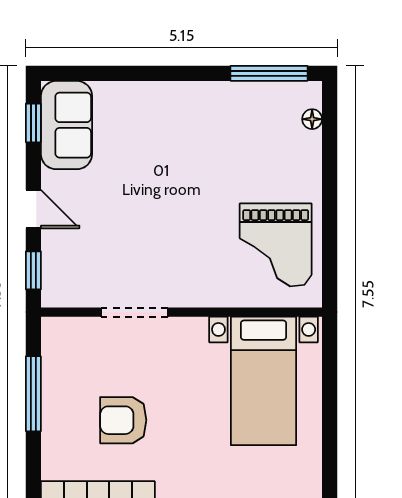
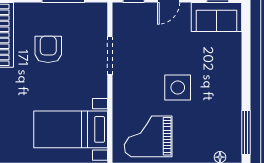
side table: (190, 193) -> (178, 87), added

